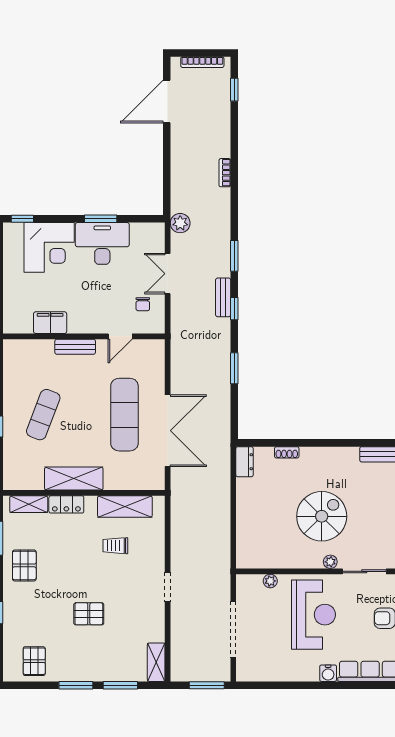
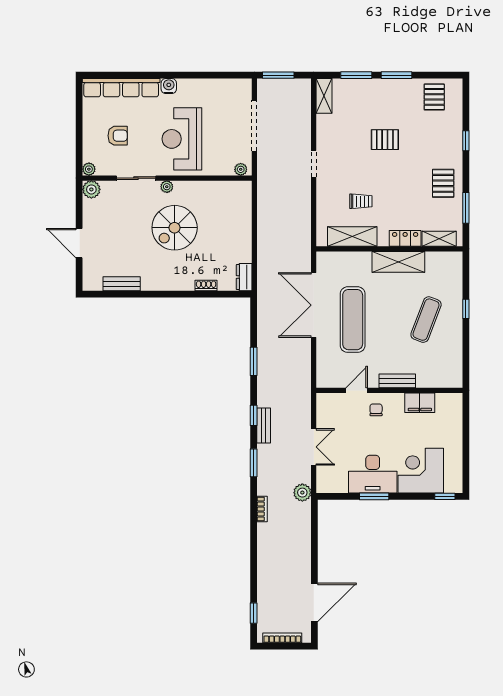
bookcase: (225, 173) -> (262, 509), moved
chair: (143, 304) -> (376, 410), moved
plant: (270, 581) -> (241, 169), moved

